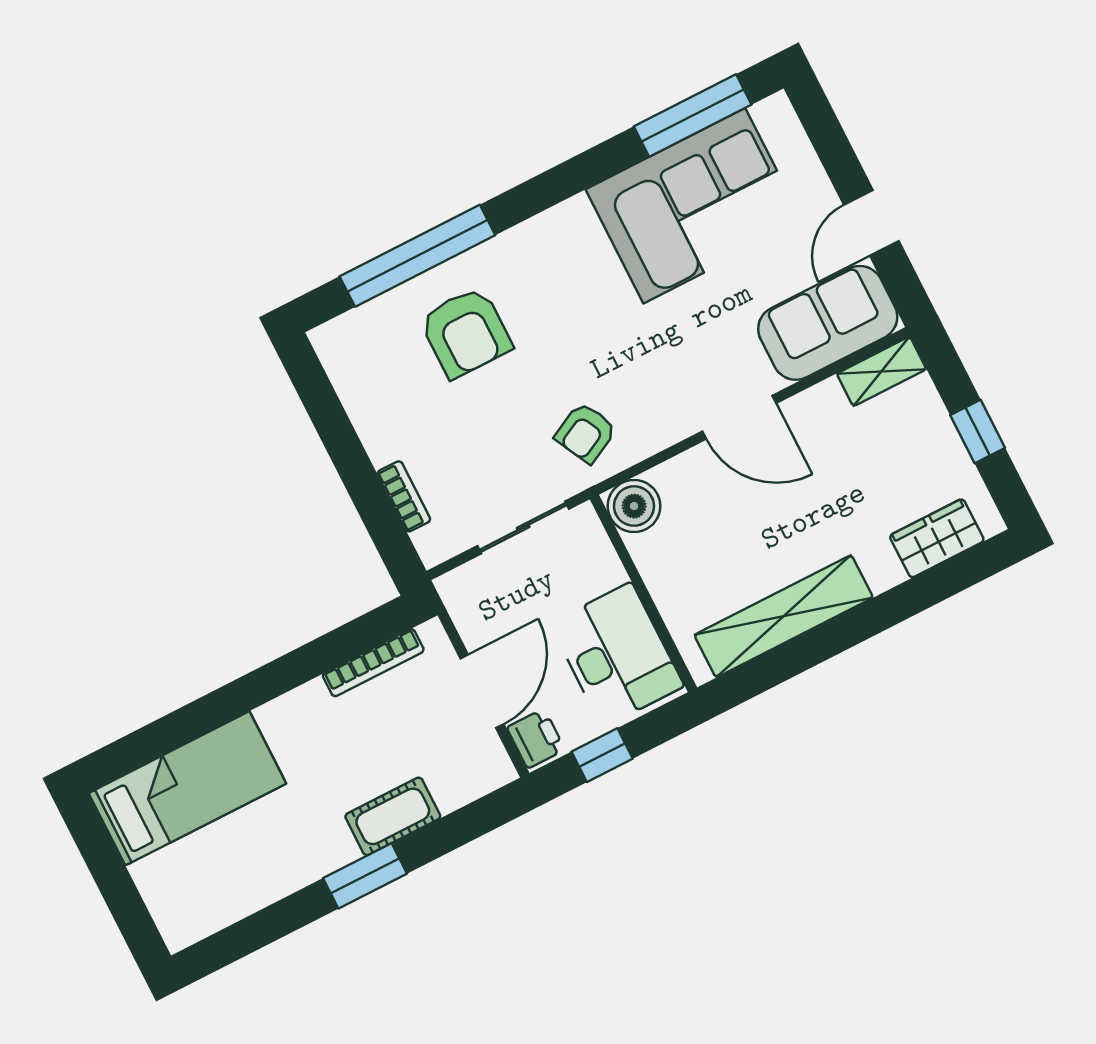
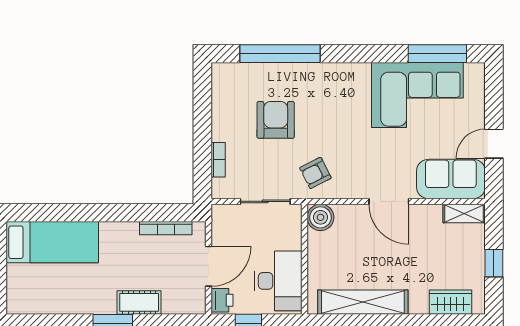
armchair: (466, 332) -> (276, 120), moved, turned 180

